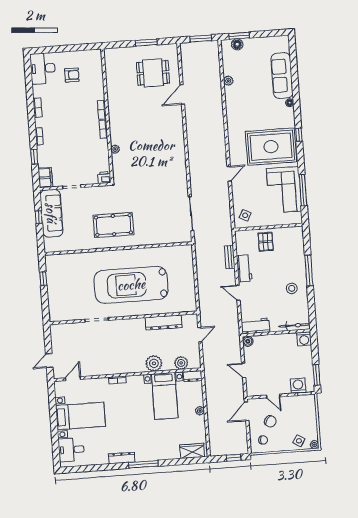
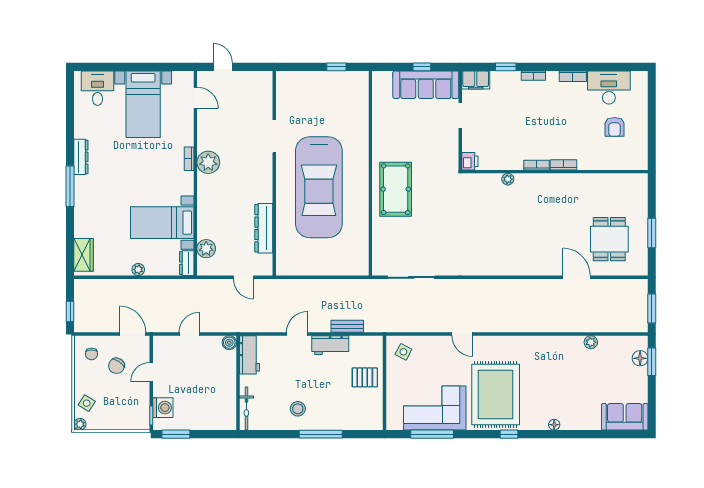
desk: (43, 68) -> (609, 87), moved
sofa: (282, 76) -> (625, 417), moved, width x0.73
pool table: (113, 225) -> (396, 189), moved
car: (131, 285) -> (319, 187), turned 180
washing machine: (304, 339) -> (227, 421), removed
plant: (154, 363) -> (208, 162), moved

